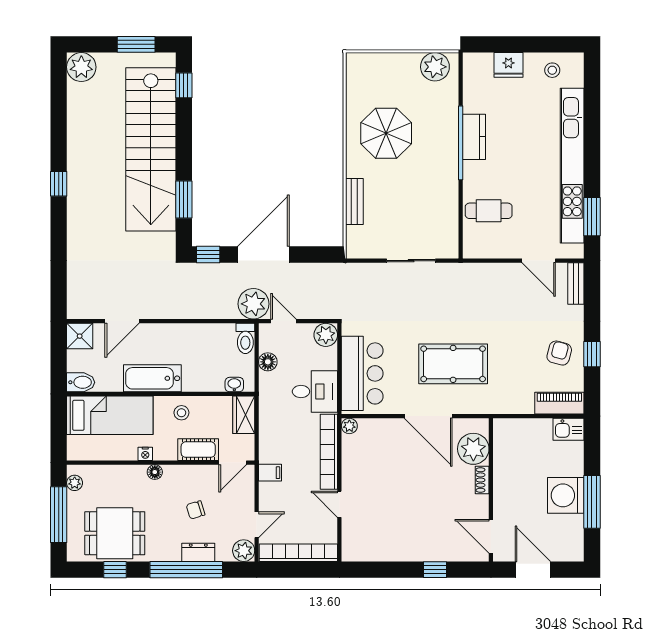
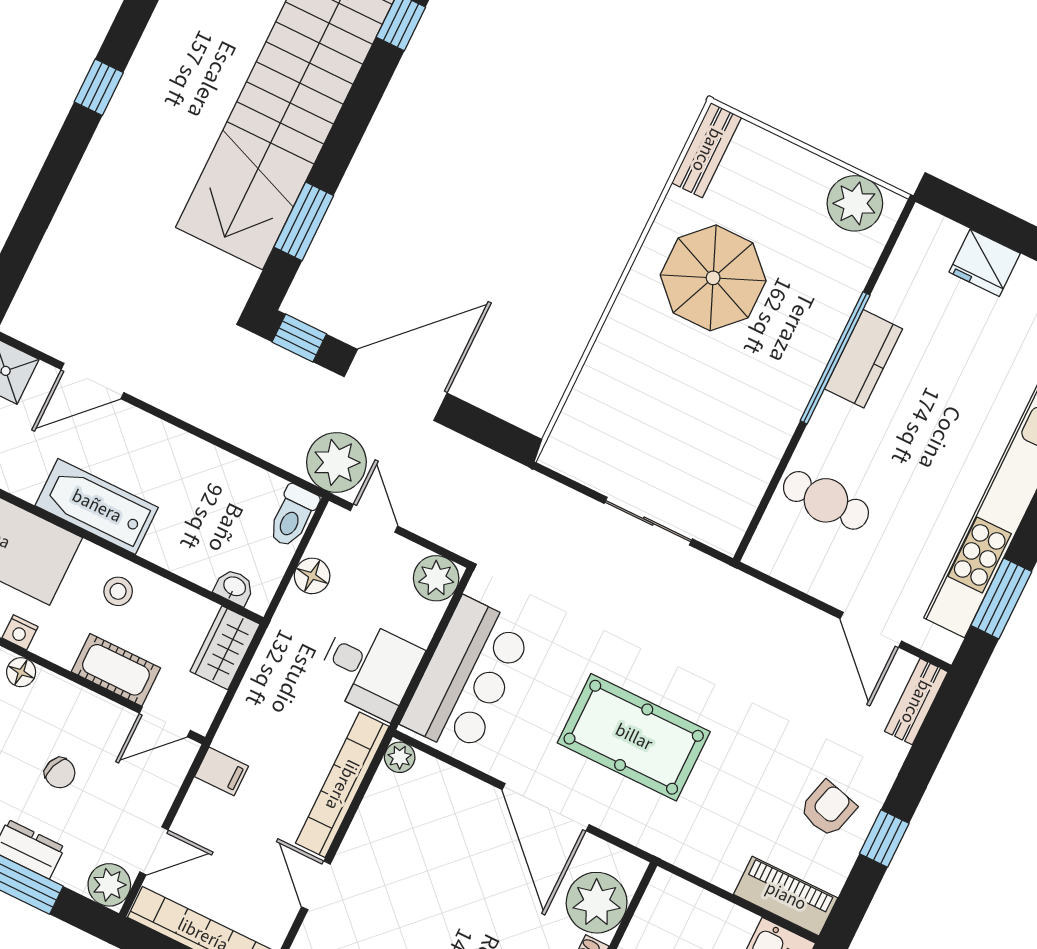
bench: (354, 201) -> (707, 150), moved
chair: (195, 510) -> (60, 773), turned -142

